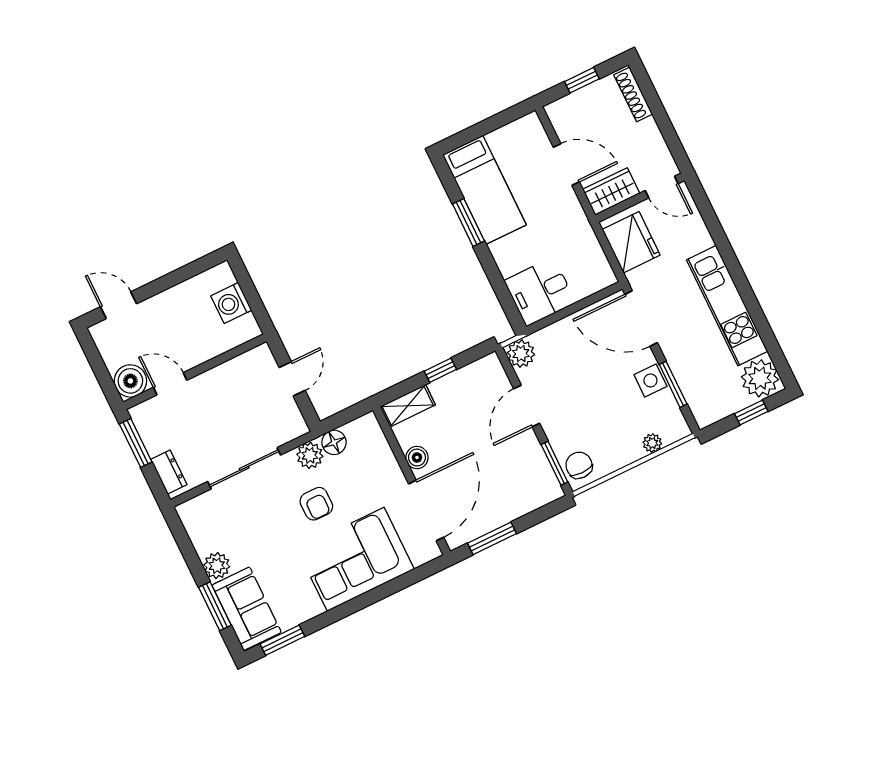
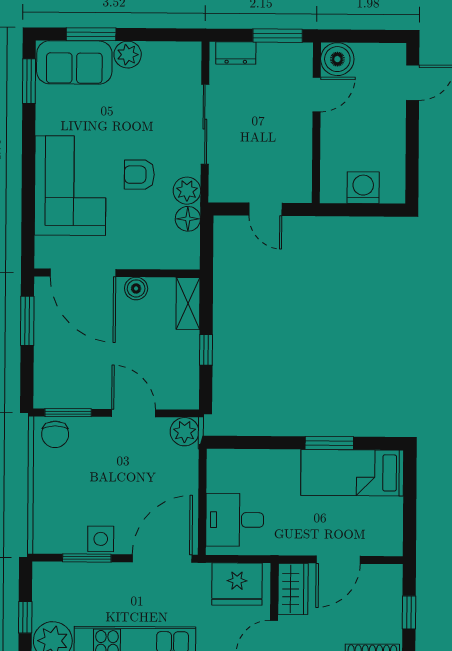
desk: (540, 292) -> (235, 520), moved, turned -90
plant: (652, 443) -> (42, 512), removed
chair: (579, 465) -> (55, 434), turned 90

